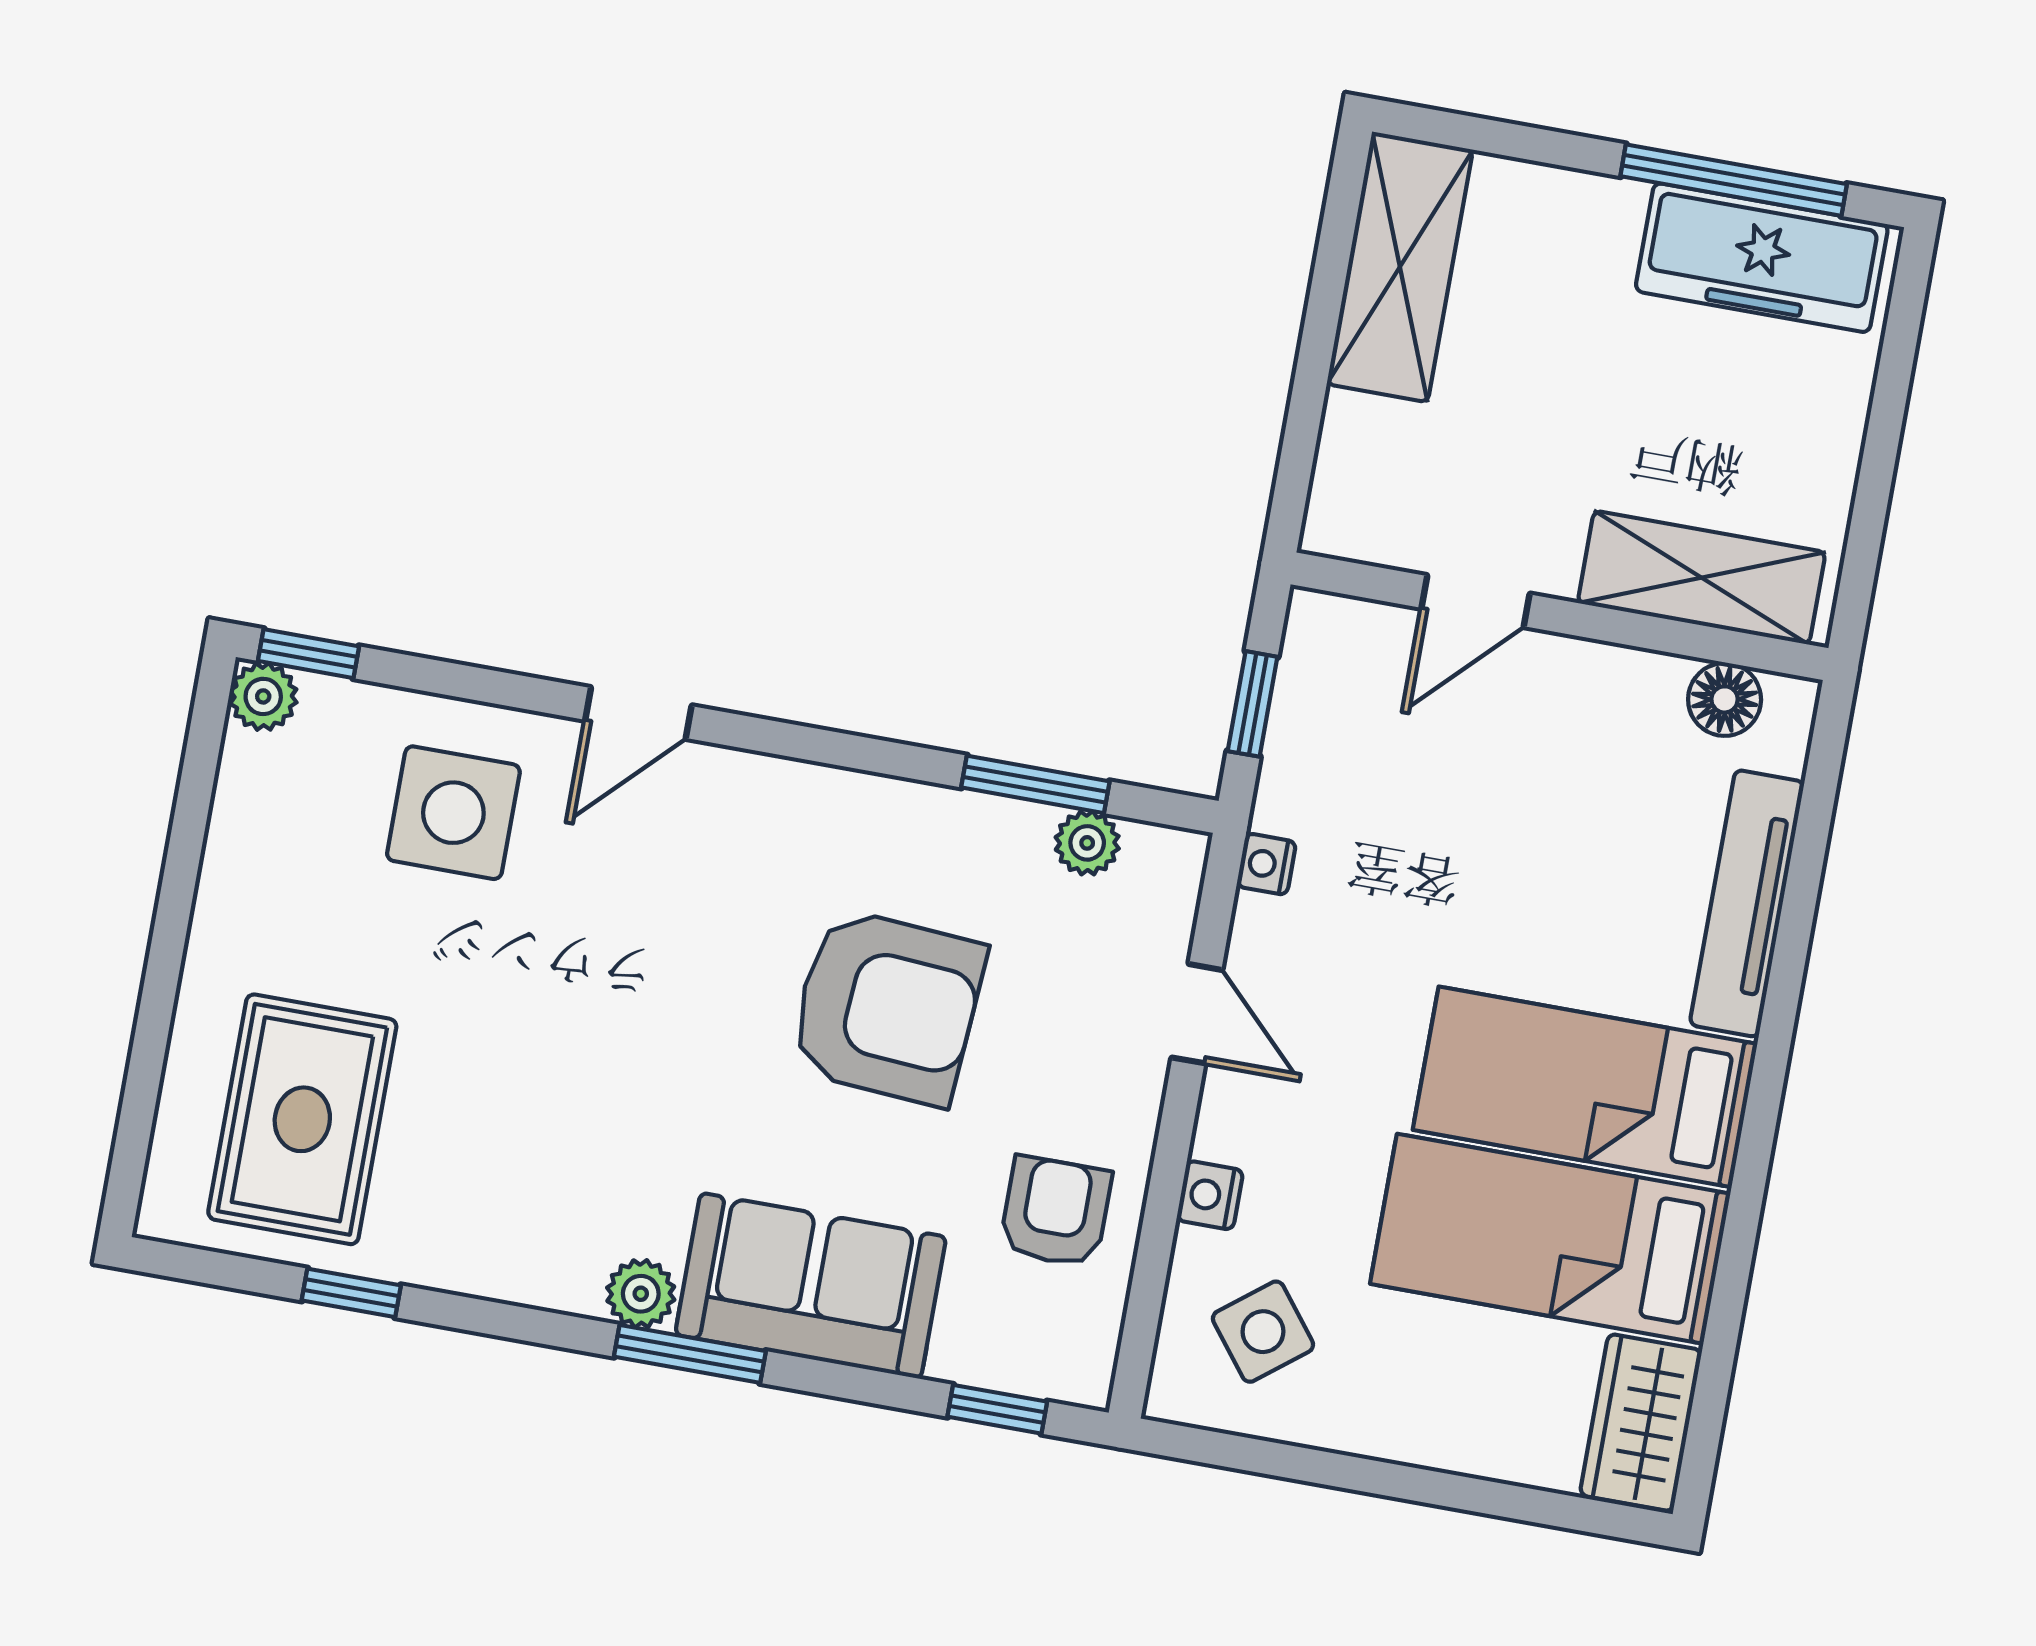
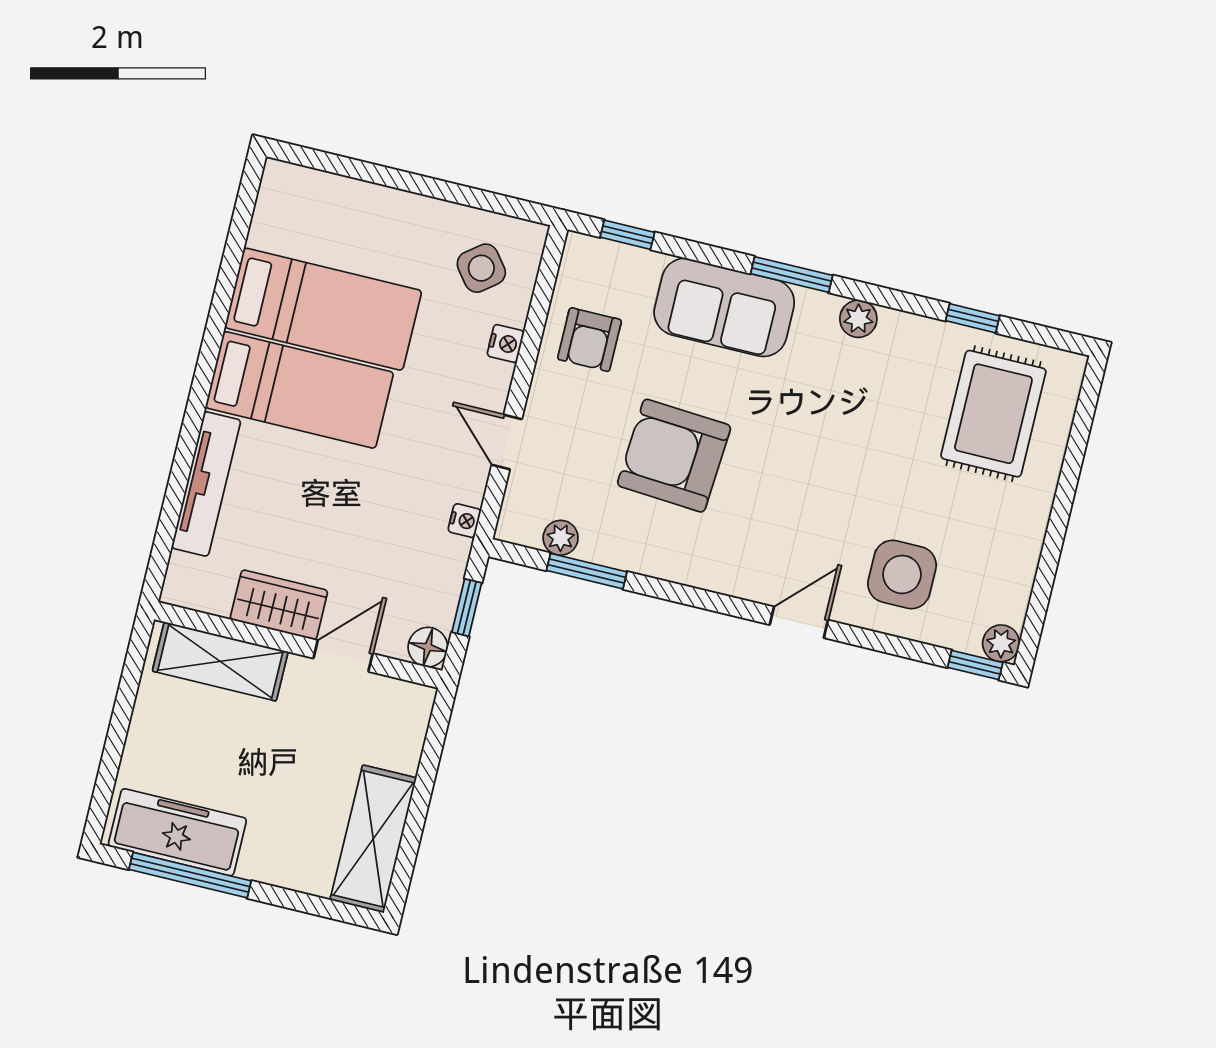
floor lamp: (1725, 699) -> (428, 647), moved
plant: (641, 1294) -> (858, 319), moved
wardrobe: (1641, 1423) -> (279, 605), moved, turned -90

